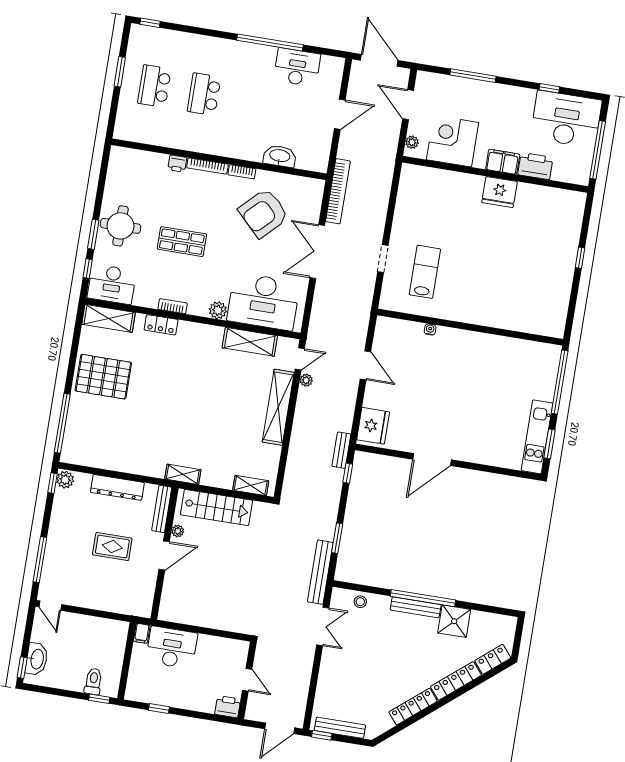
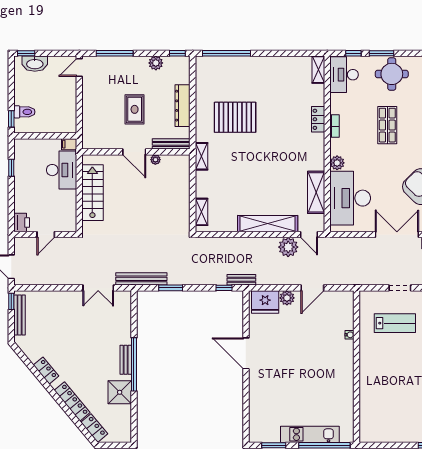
shelving: (109, 318) -> (318, 70), width x0.67, depth x0.75
pallet: (103, 377) -> (235, 117), moved, turned 90
plant: (306, 380) -> (288, 247), width x1.87, depth x1.87
plant: (373, 398) -> (287, 298), added
kitchen unit: (537, 437) -> (310, 434), moved
plant: (65, 480) -> (156, 63), moved
stairs: (216, 508) -> (92, 193), moved, turned 180
stool: (360, 602) -> (123, 315), removed
bench: (416, 607) -> (126, 360), width x0.73
locker: (413, 707) -> (46, 371), width x0.66

